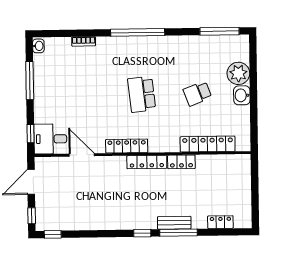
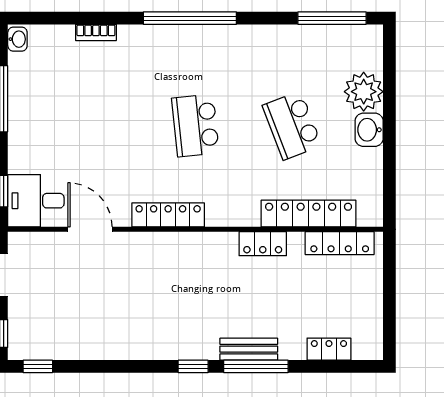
school desk: (197, 94) -> (292, 126), width x1.85
locker: (147, 162) -> (340, 243), moved

